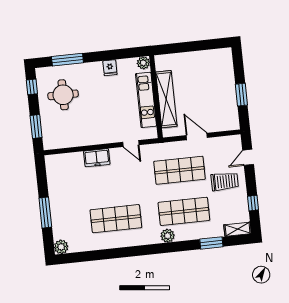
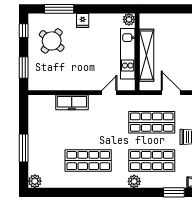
fridge: (110, 68) -> (83, 21), moved
round table: (63, 95) -> (52, 41), turned 38
door: (131, 143) -> (109, 93), swing flipped
freezer: (97, 158) -> (72, 102), width x1.40

